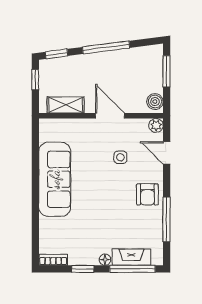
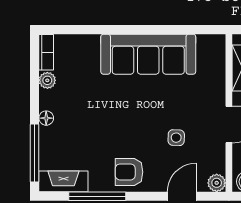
fireplace: (131, 257) -> (63, 181), moved, turned -90
plant: (75, 259) -> (47, 80), added
window: (83, 269) -> (35, 90), removed

